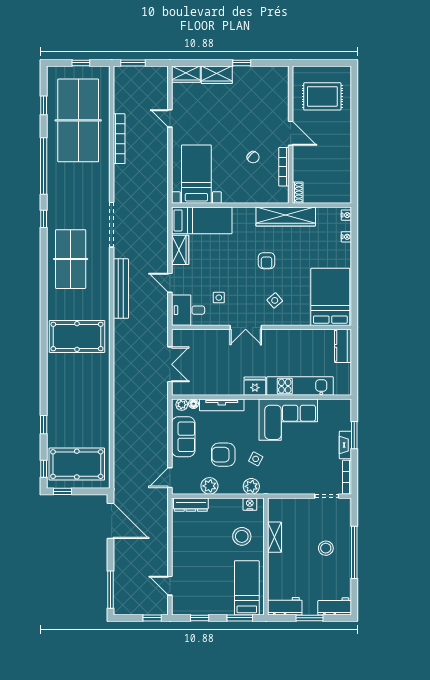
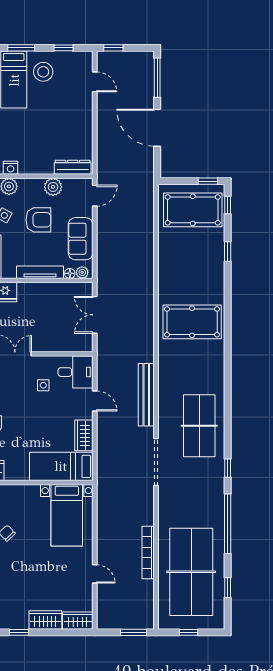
pool table: (77, 336) -> (192, 322), moved
door: (111, 521) -> (157, 128), moved
stool: (242, 536) -> (43, 72), moved

